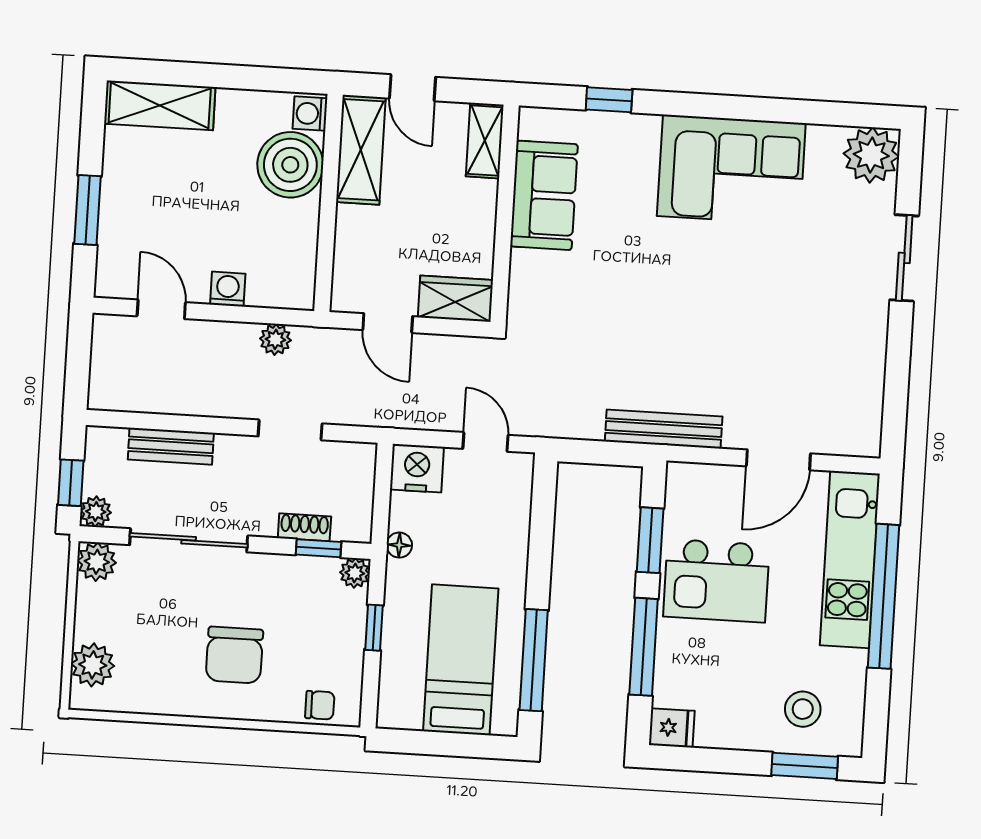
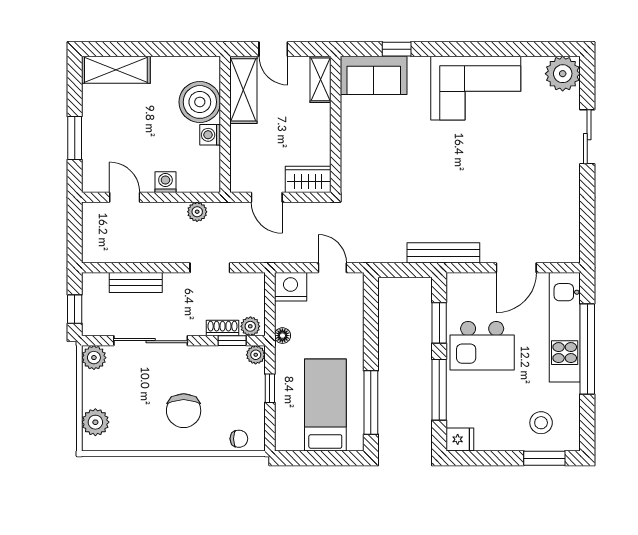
washing machine: (310, 114) -> (210, 135), moved
sofa: (544, 195) -> (374, 75), moved, turned 90
plant: (96, 512) -> (250, 326), moved

